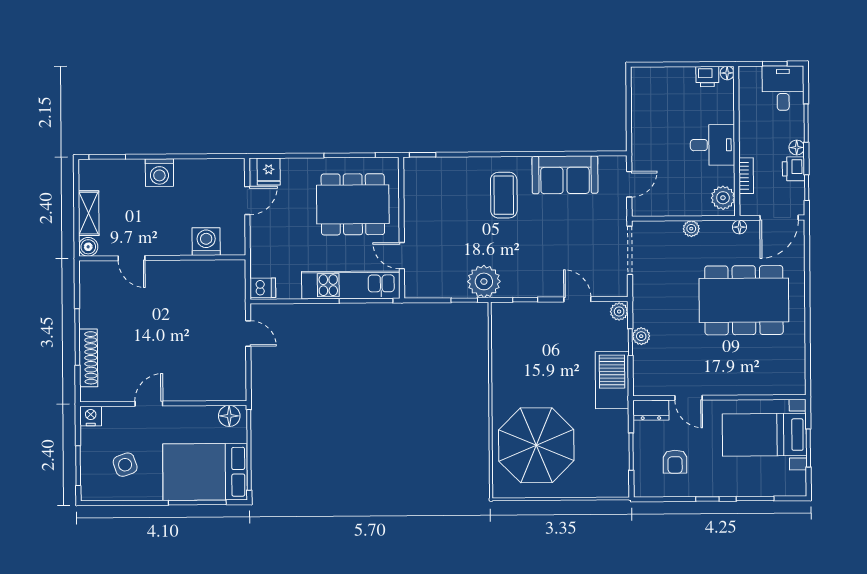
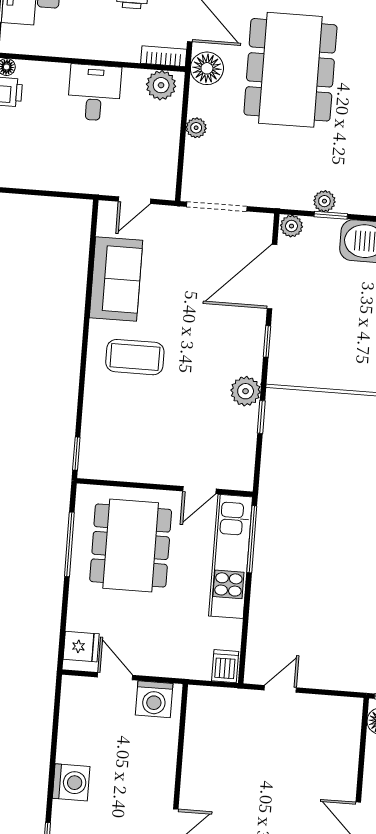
bookcase: (746, 176) -> (164, 56), moved
door: (629, 184) -> (134, 200), swing flipped
floor lamp: (740, 227) -> (207, 68), width x1.89, depth x1.89
washing machine: (206, 242) -> (154, 699), moved, turned -90
plant: (484, 281) -> (246, 391), width x0.73, depth x0.73
door: (577, 299) -> (272, 277), width x1.88

